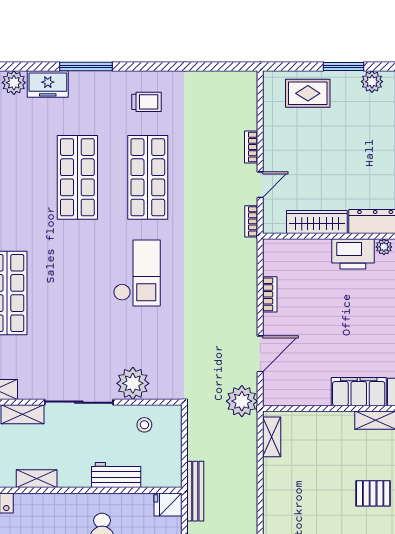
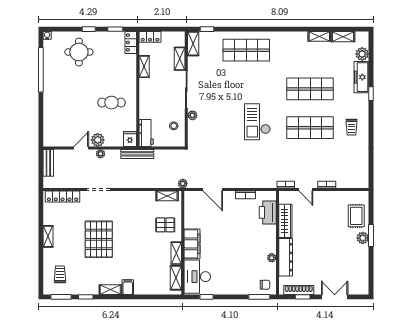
window: (86, 67) -> (371, 94), width x0.46
plant: (372, 82) -> (363, 238), moved
freezer: (48, 84) -> (361, 77), width x1.40
printer: (353, 254) -> (268, 212), moved
checkout: (137, 273) -> (257, 122), turned 90
plant: (133, 383) -> (192, 115), width x0.53, depth x0.53
plant: (242, 401) -> (183, 184), width x0.53, depth x0.53
workbench: (116, 475) -> (146, 133), moved
pallet: (373, 493) -> (165, 225), moved, turned 90

